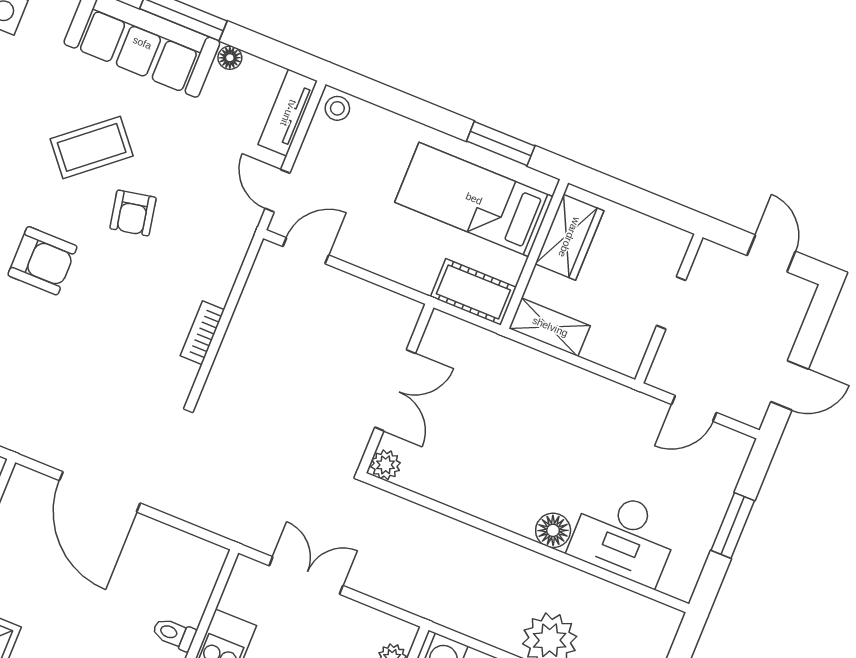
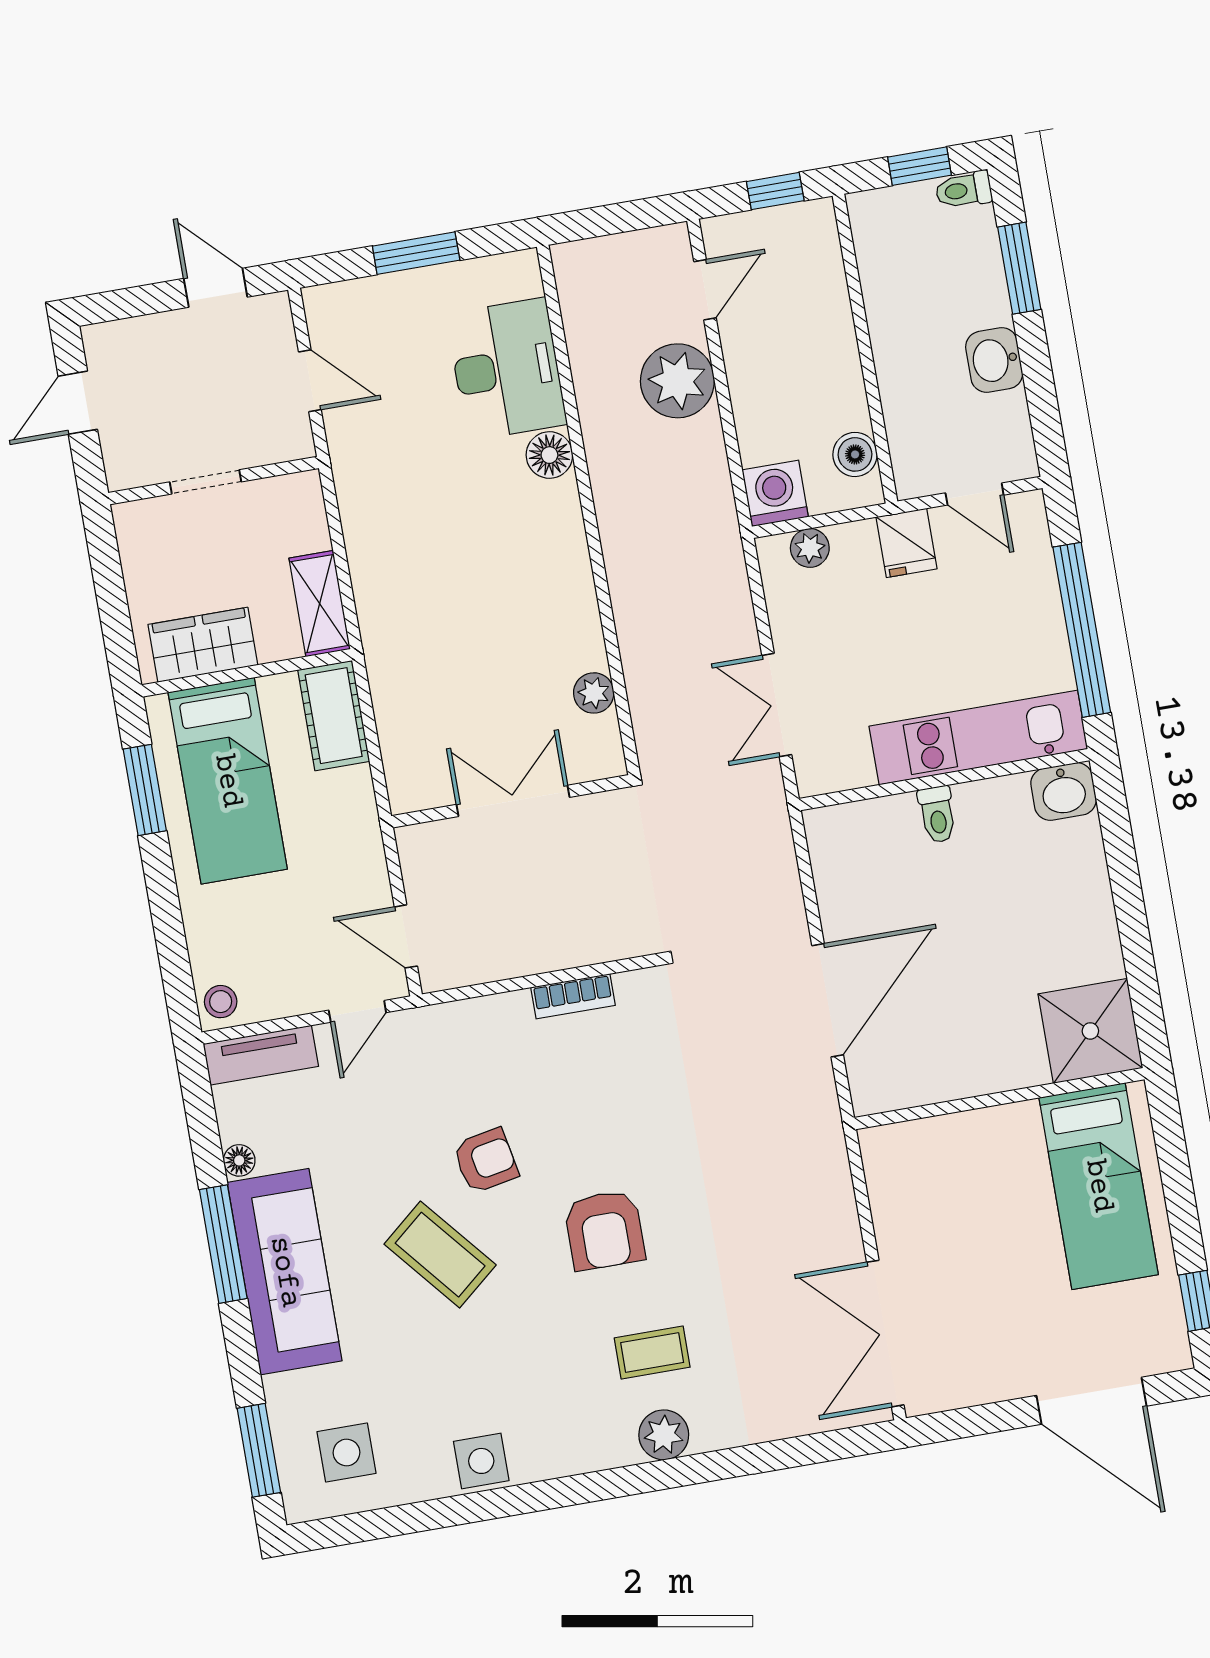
armchair: (42, 261) -> (604, 1230), turned 180
wall: (396, 389) -> (511, 801), moved
double door: (395, 390) -> (513, 801), moved

